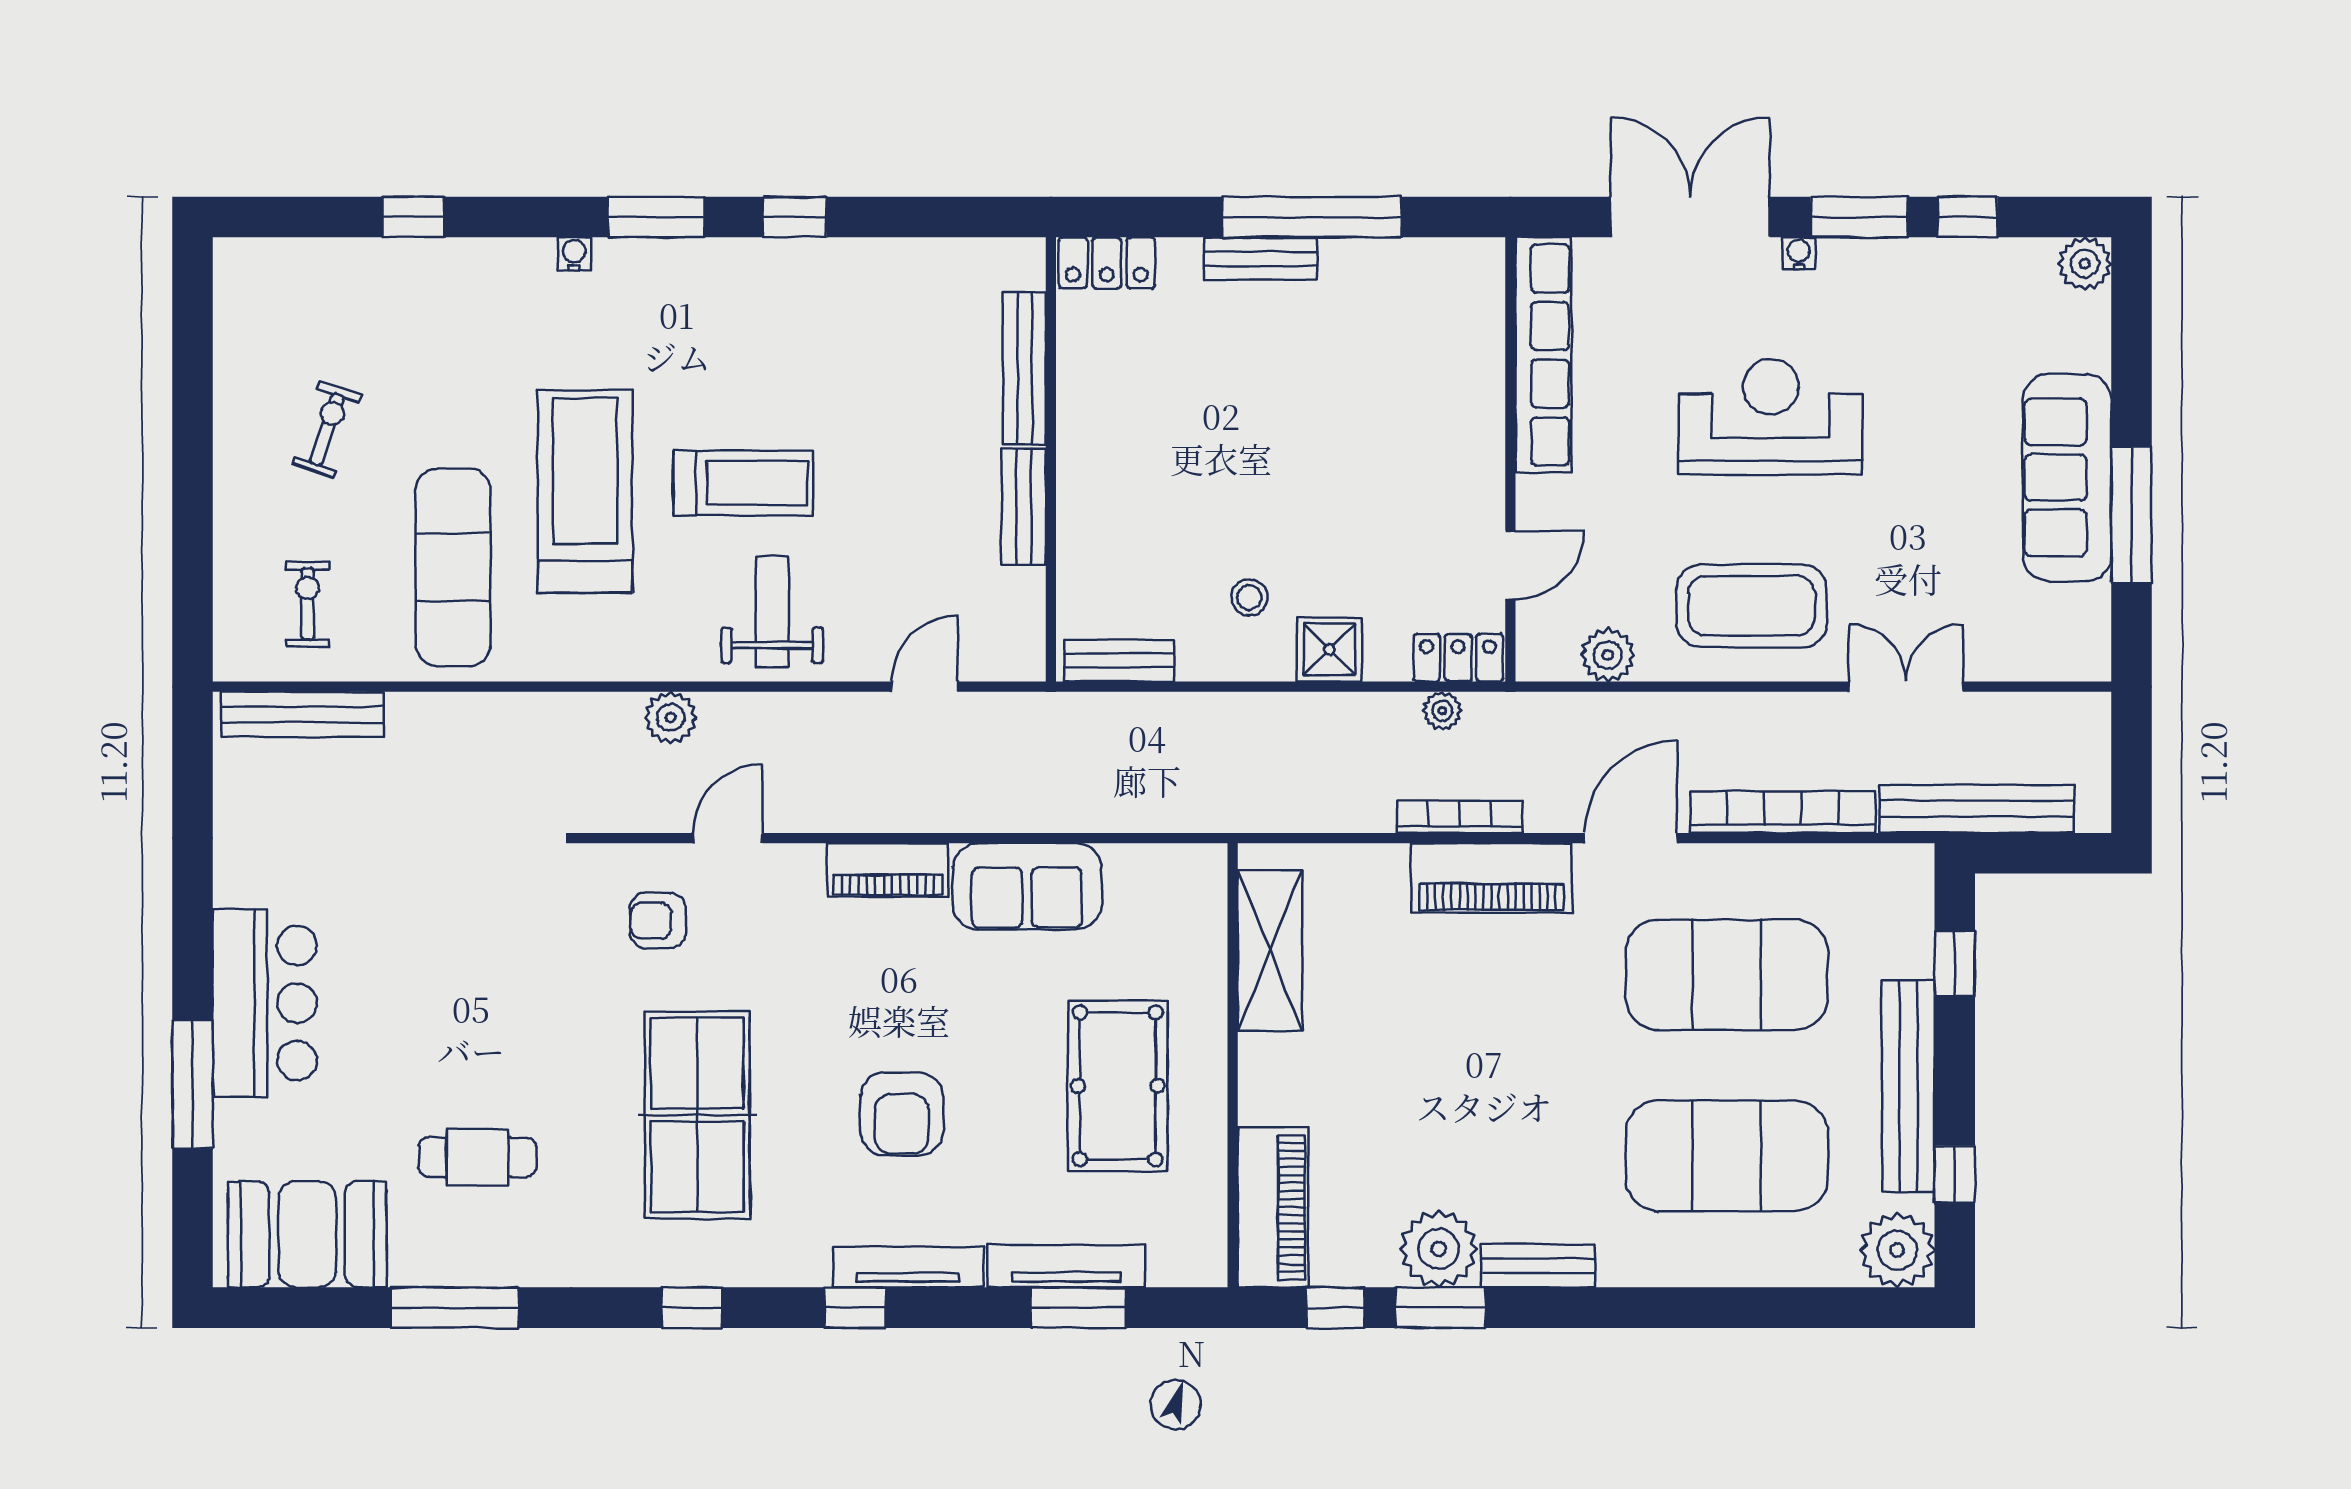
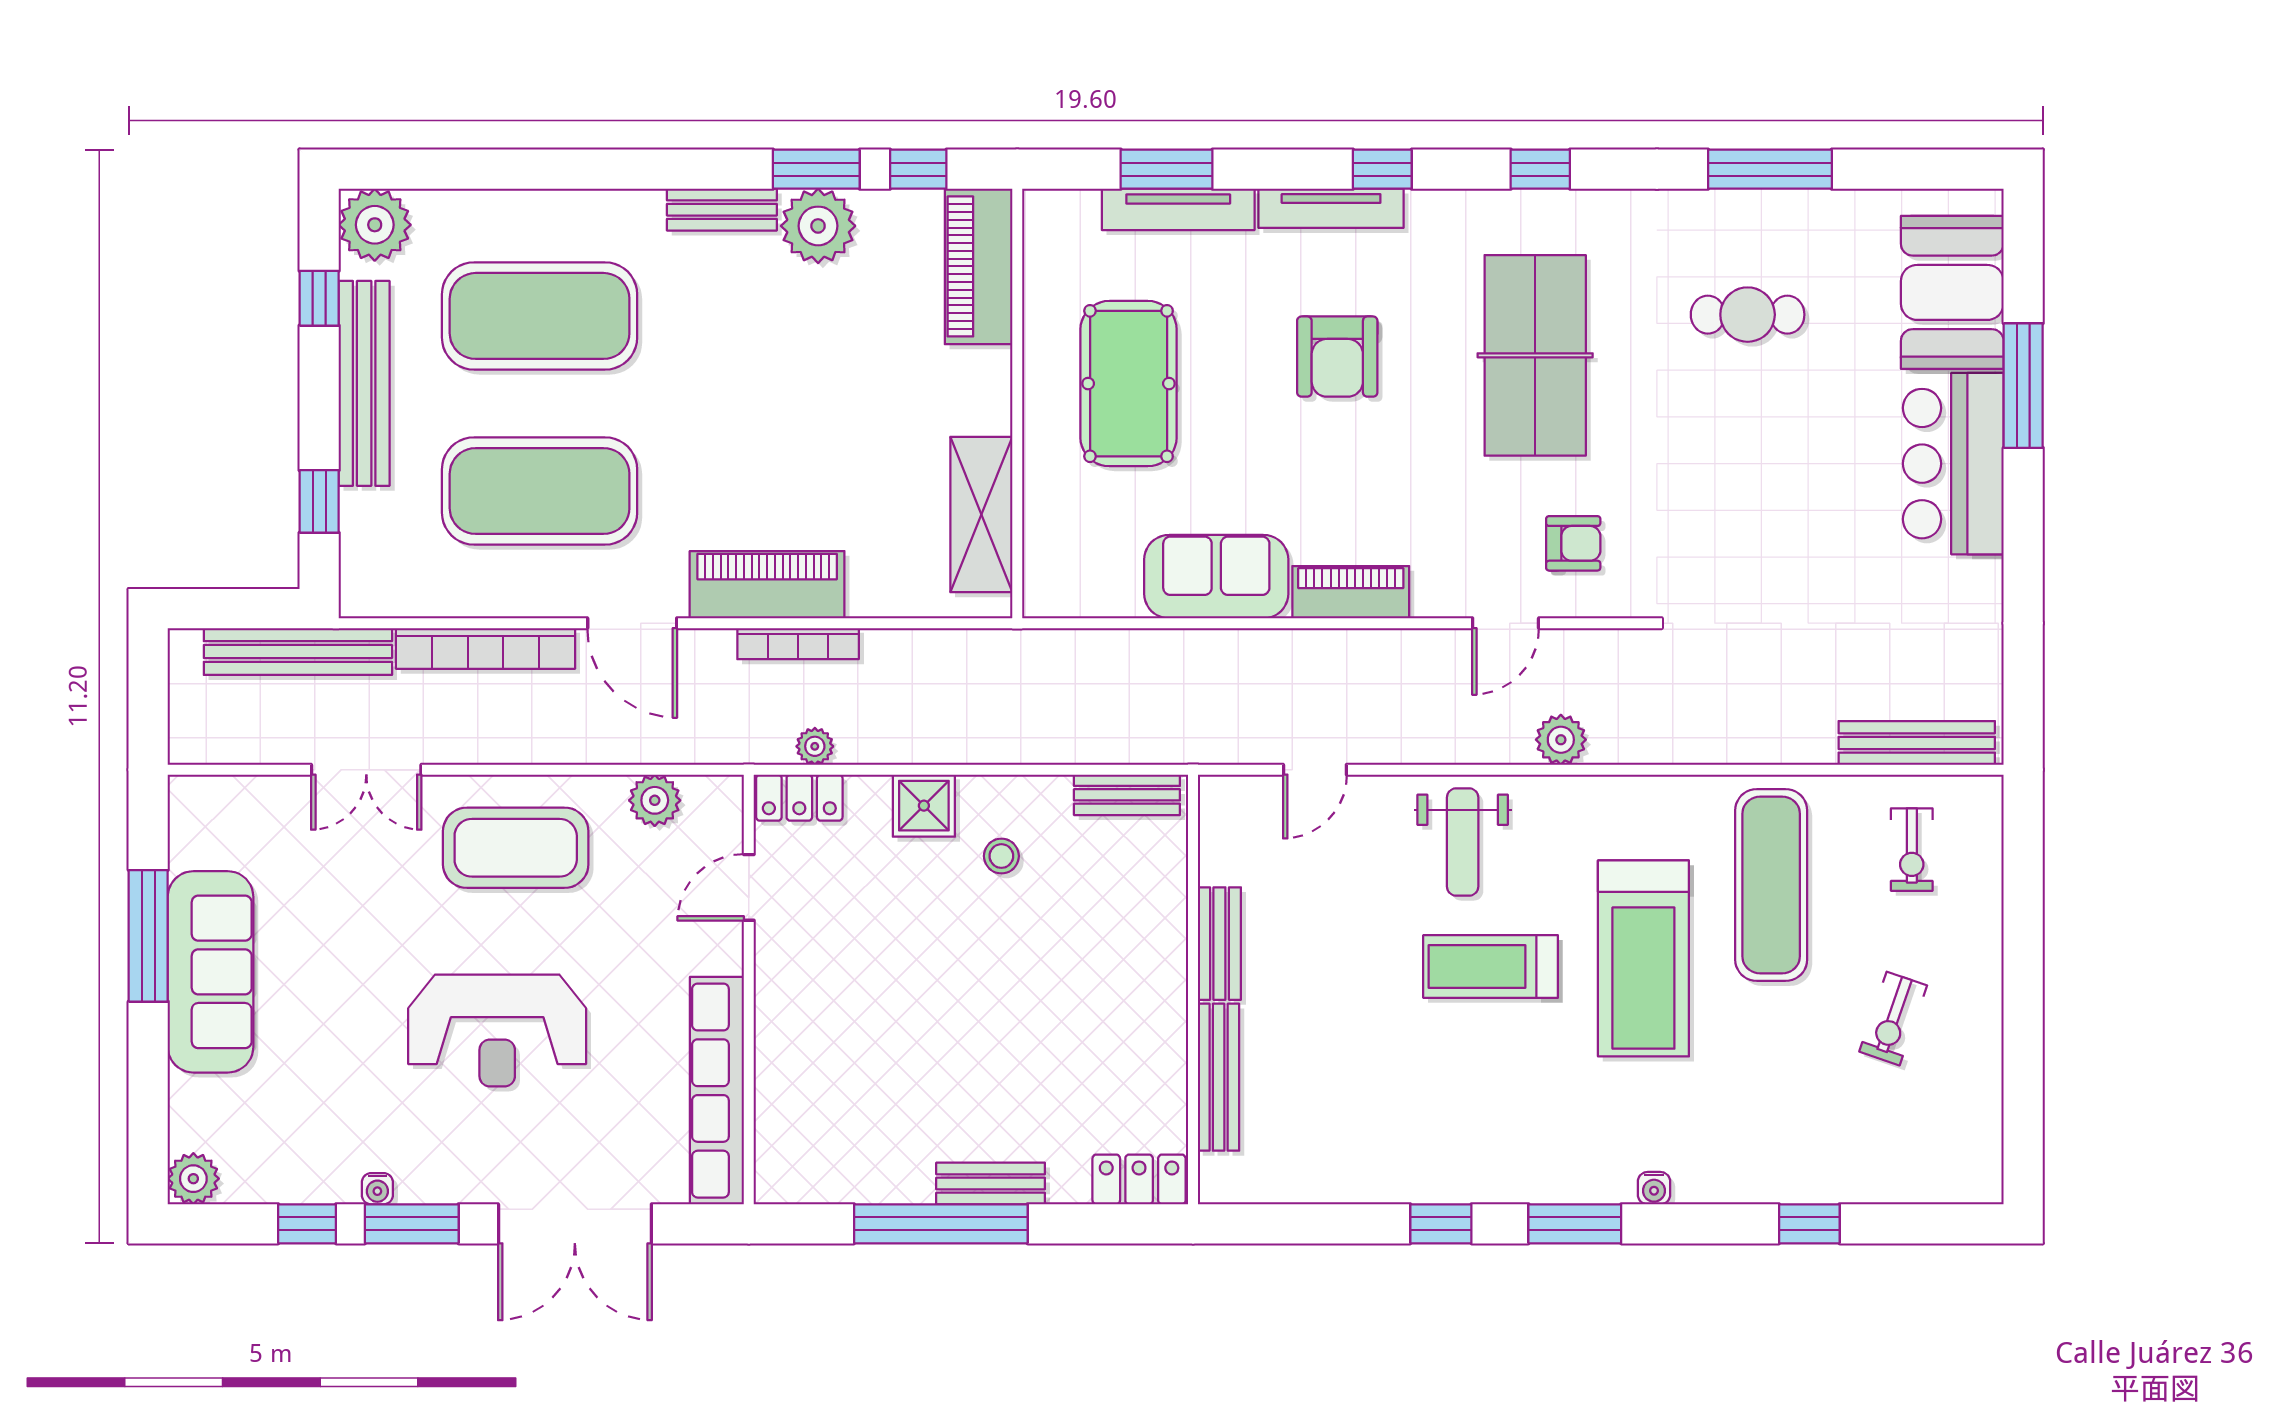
water cooler: (1799, 253) -> (377, 1189), moved
door: (1631, 838) -> (632, 623), hinge flipped
armchair: (902, 1114) -> (1337, 357), turned 180
booth: (307, 1234) -> (1952, 292), moved, turned 90

